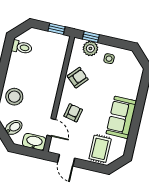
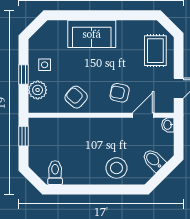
window: (91, 37) -> (23, 75), moved
sofa: (121, 117) -> (92, 34), moved
washbasin: (34, 142) -> (168, 125), width x0.52, depth x0.69
rug: (100, 149) -> (155, 51), turned 90

